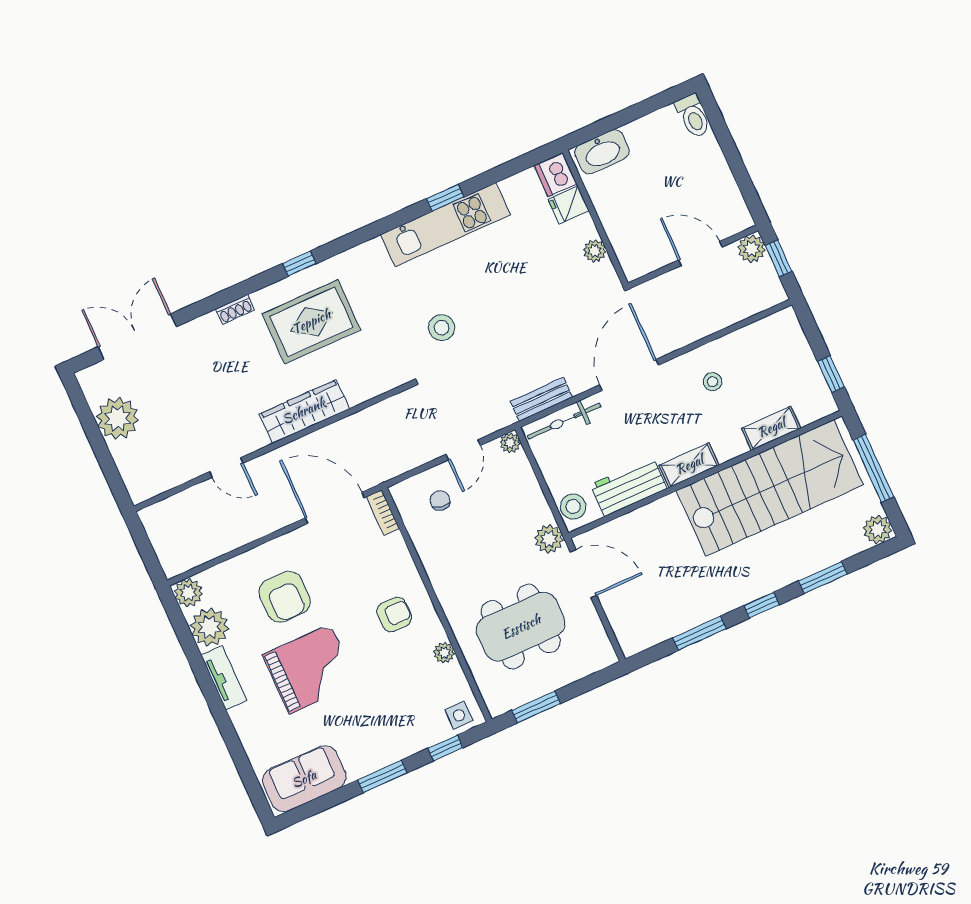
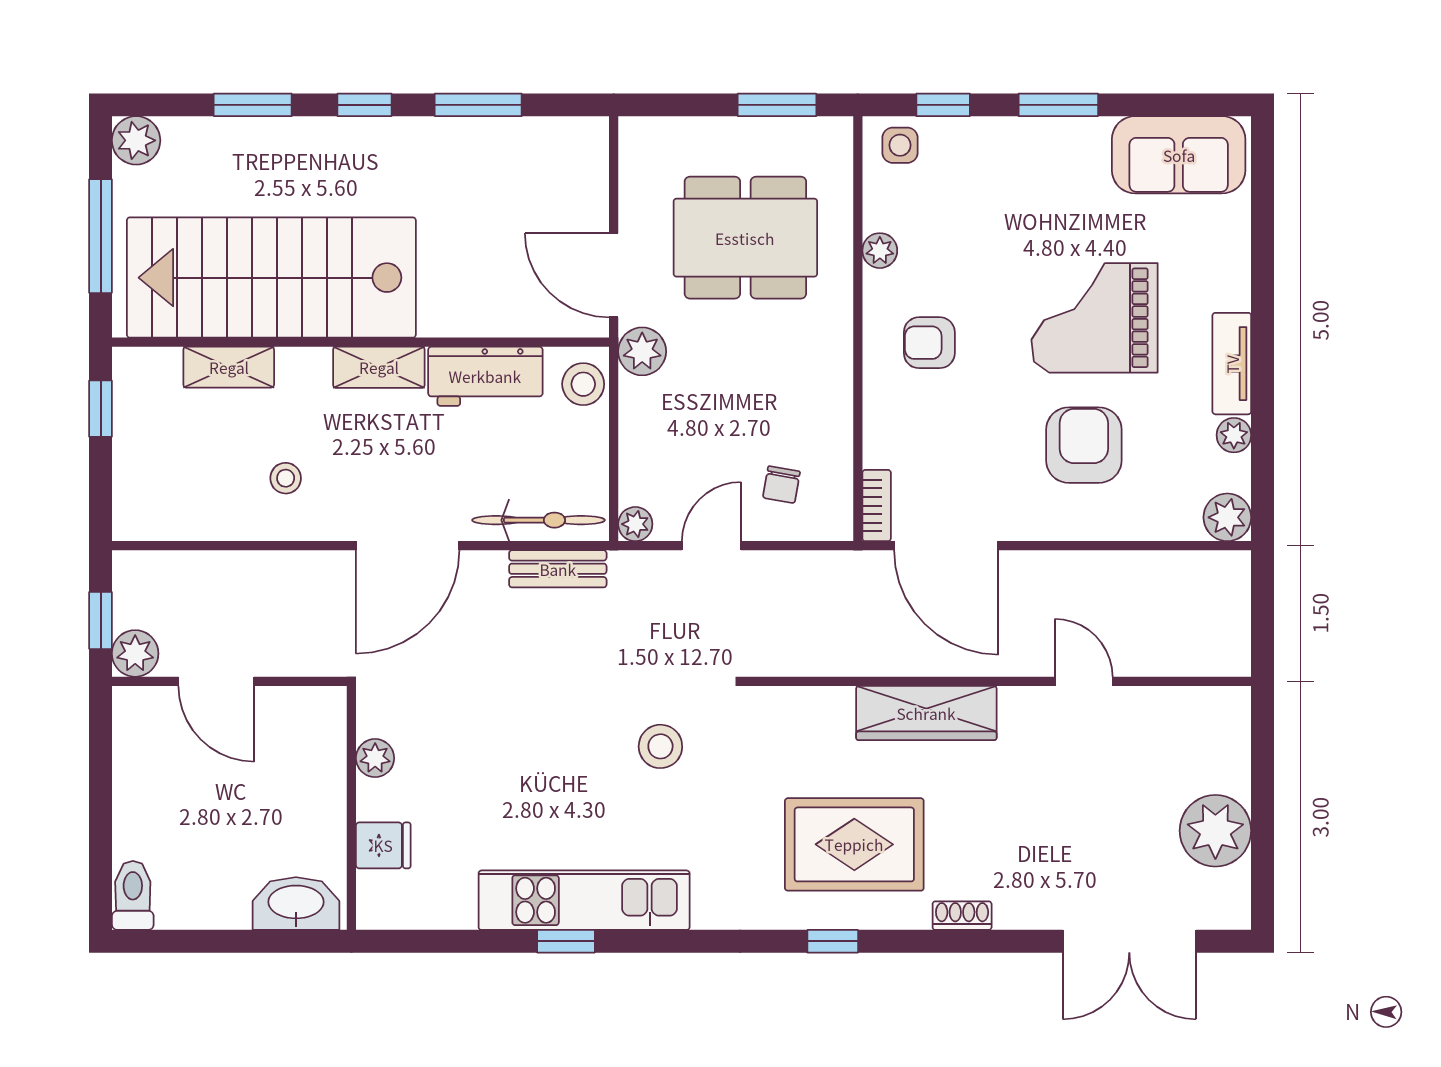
dishwasher: (556, 175) -> (382, 900), removed
plant: (209, 627) -> (1234, 435), width x0.53, depth x0.53

